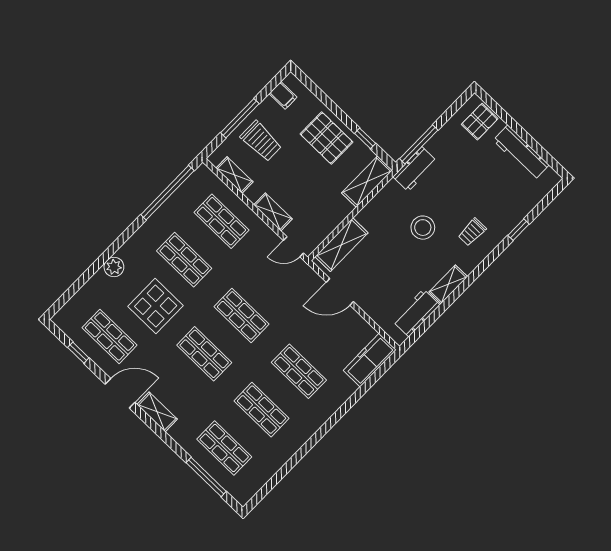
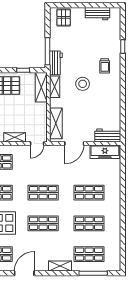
workbench: (521, 153) -> (98, 14), width x0.73
shelving: (448, 284) -> (55, 87), moved
workbench: (416, 313) -> (108, 136), moved, turned 90
freezer: (370, 360) -> (105, 152), moved, turned -90
shelving: (157, 412) -> (60, 266), moved

